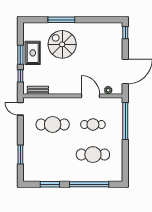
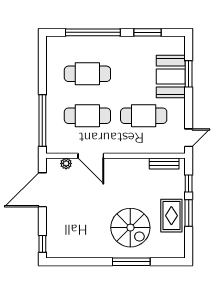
door: (20, 109) -> (189, 138), hinge flipped
cafe table: (93, 124) -> (87, 116), width x1.37, depth x1.35
booth: (33, 153) -> (171, 76), added

